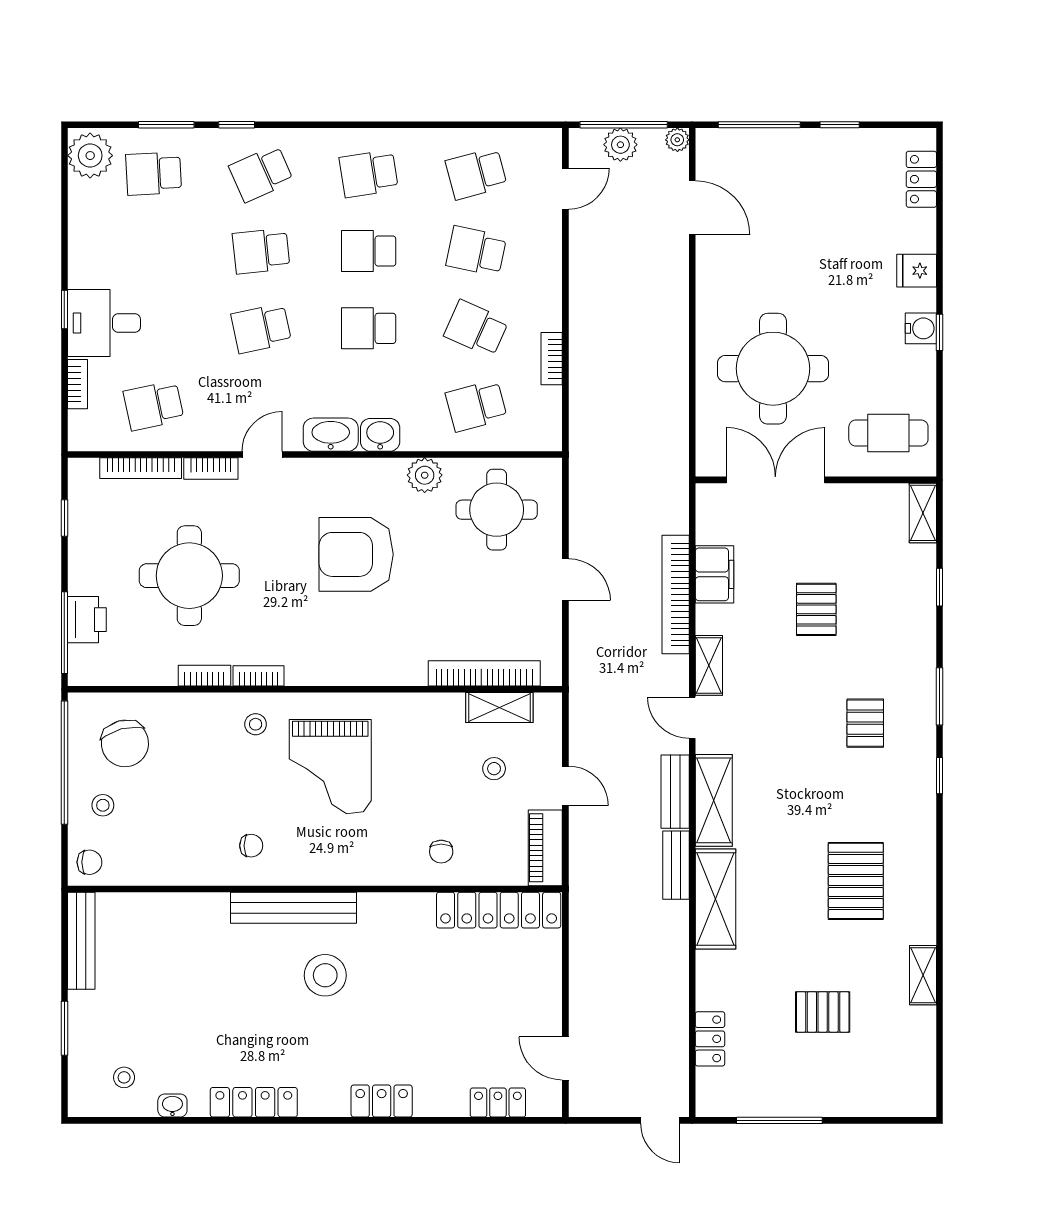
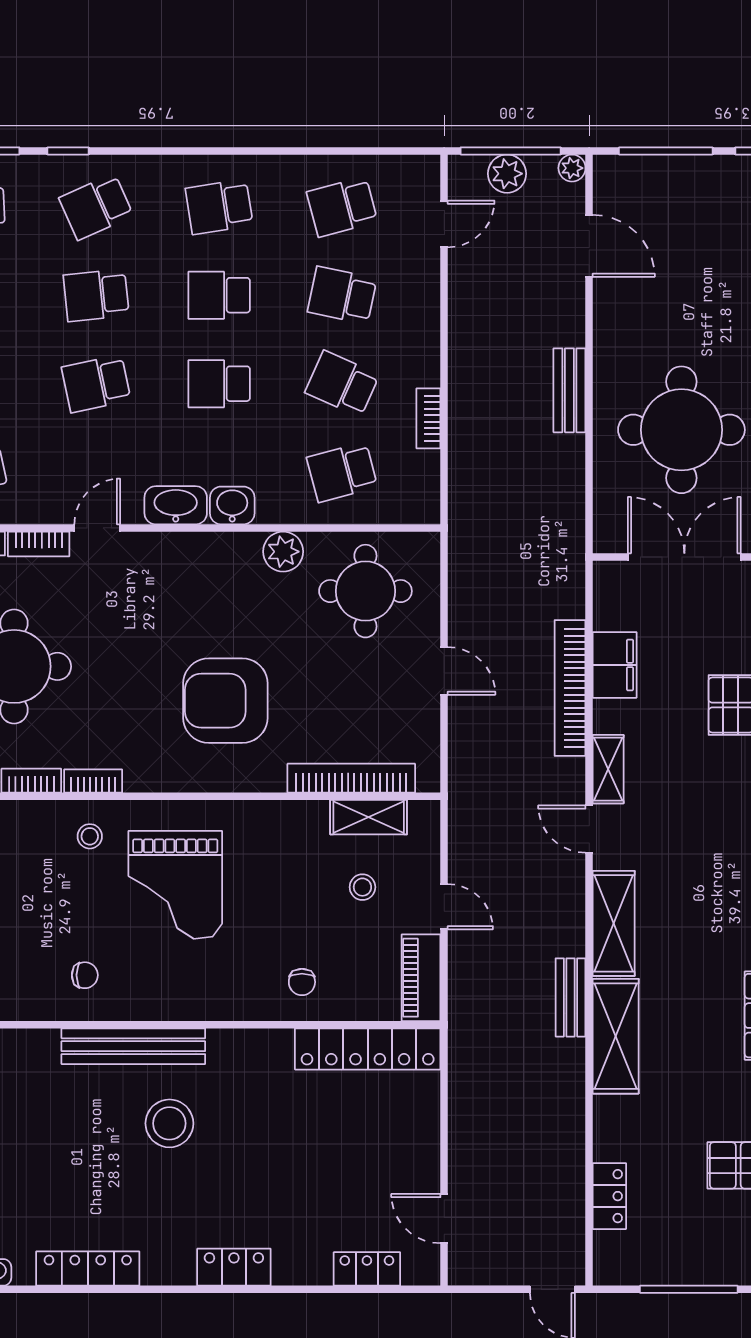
armchair: (356, 554) -> (225, 701), moved
bench: (675, 792) -> (569, 390), moved

